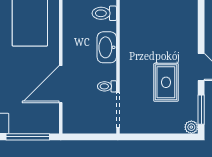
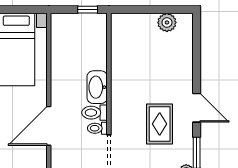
toilet: (104, 13) -> (95, 113), moved

